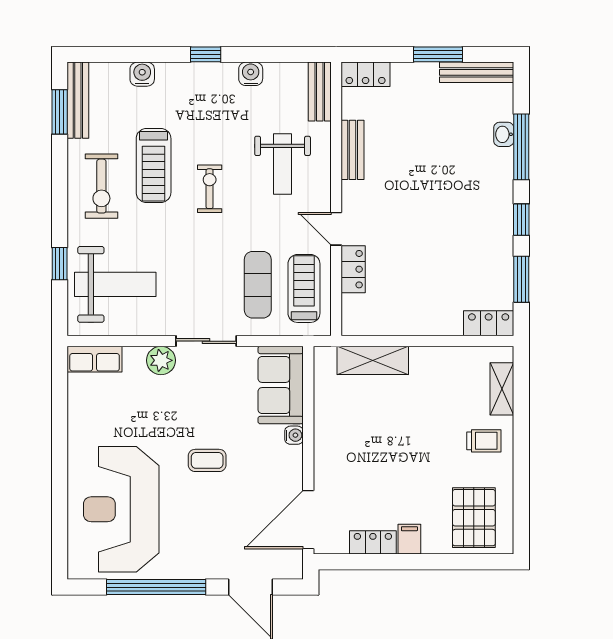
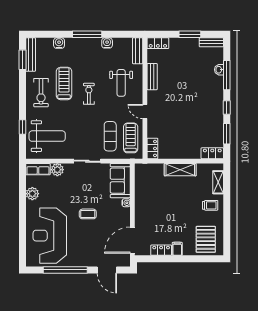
window: (206, 54) -> (87, 34), width x2.17
bench: (477, 72) -> (211, 42), width x0.73
treadmill: (154, 166) -> (64, 83), turned 180
locker: (353, 269) -> (152, 148), moved
plant: (161, 360) -> (57, 170), moved
shelving: (373, 360) -> (180, 170), moved
plant: (82, 414) -> (32, 194), added

